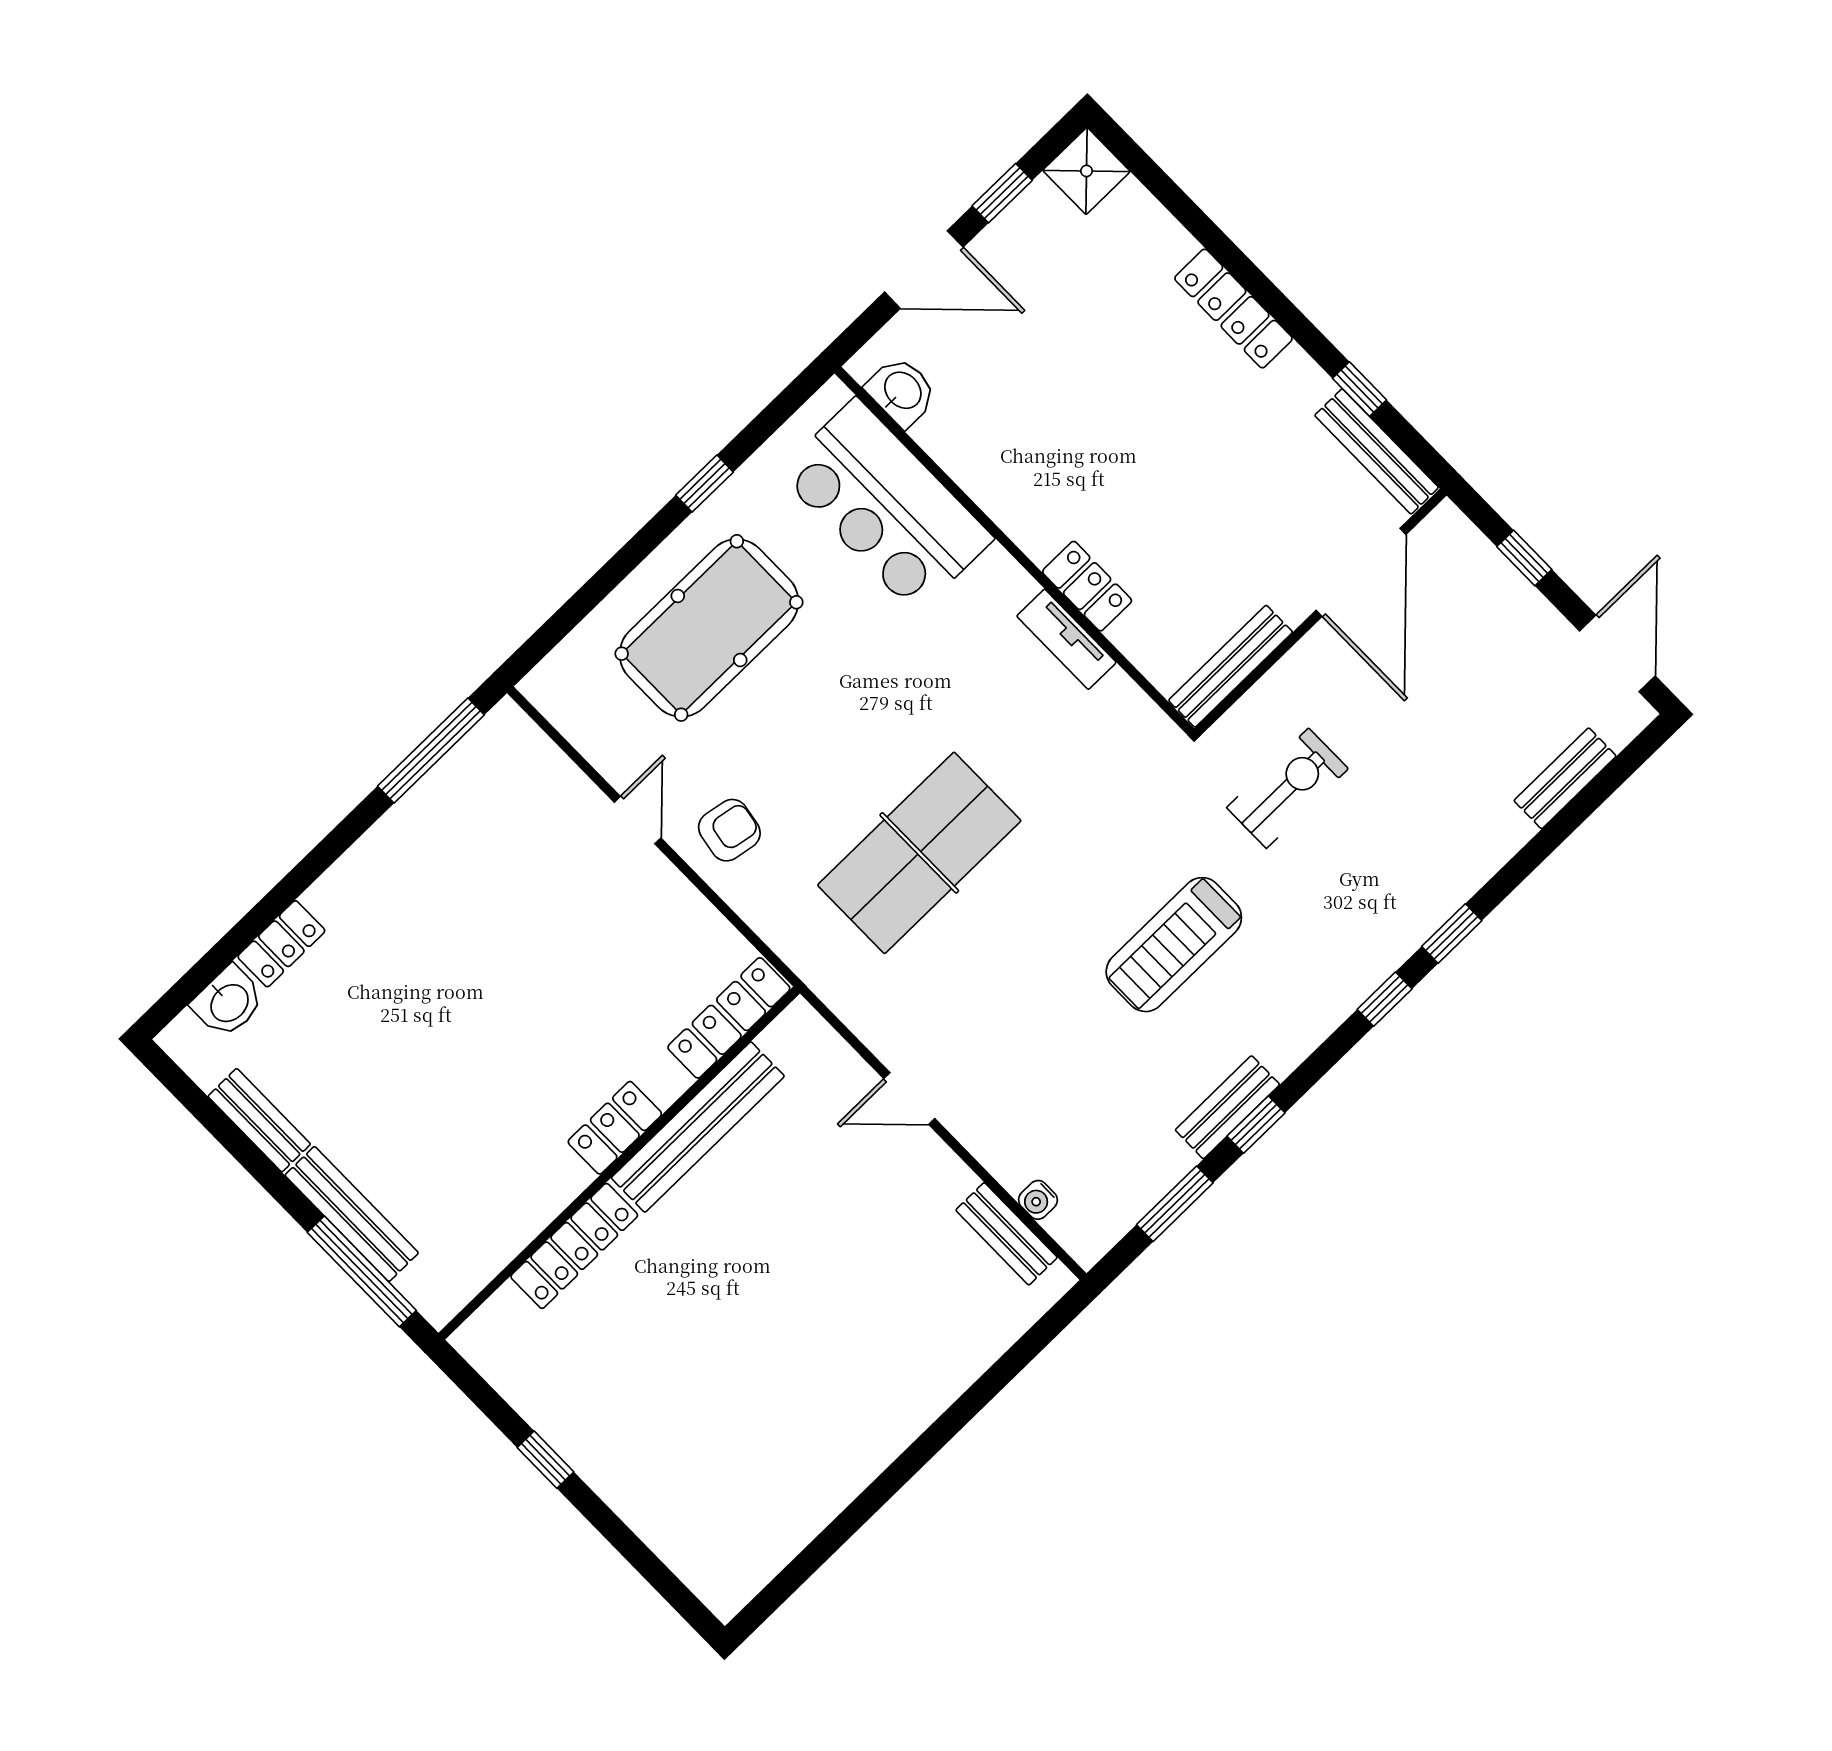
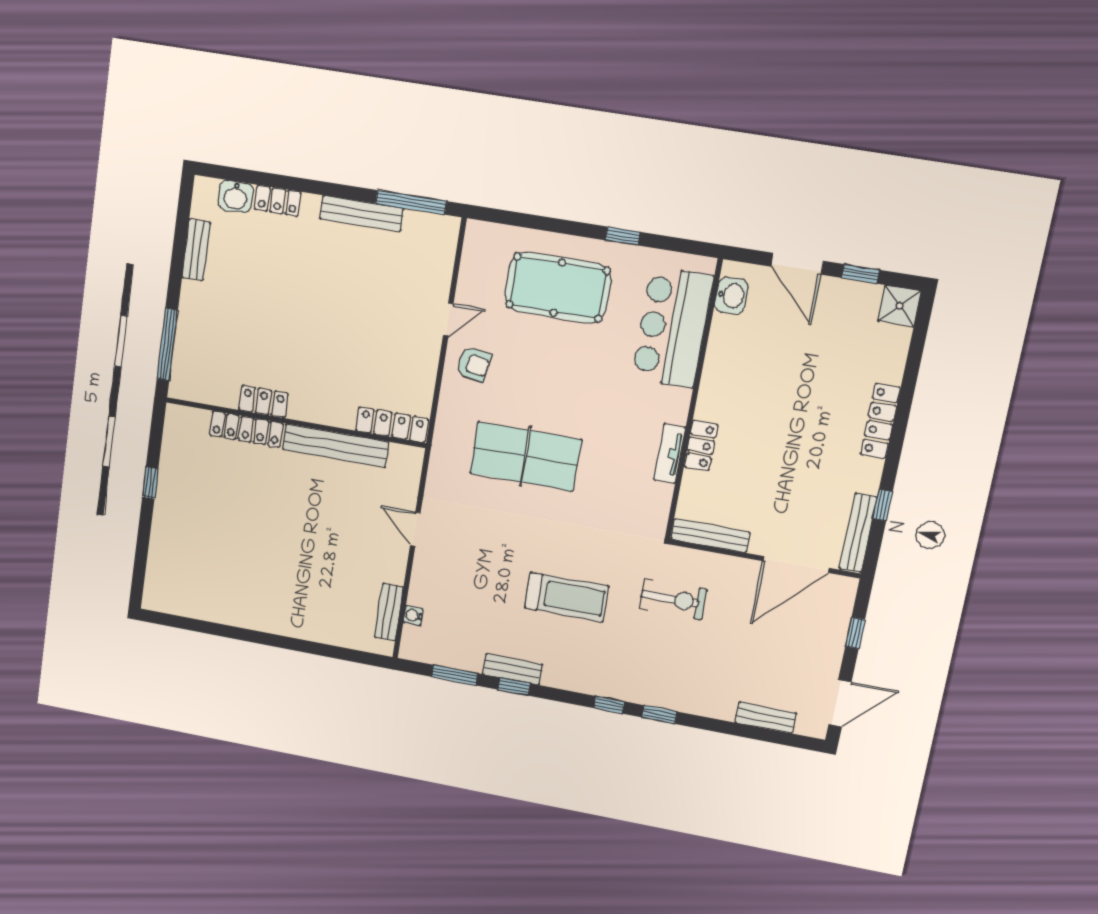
treadmill: (1174, 945) -> (567, 597), turned 180
locker: (615, 1128) -> (263, 402), moved
bench: (352, 1214) -> (362, 213), moved, turned 90

